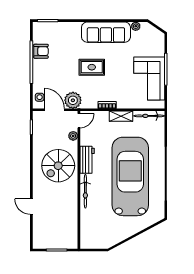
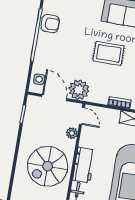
door: (79, 121) -> (82, 116), hinge flipped

